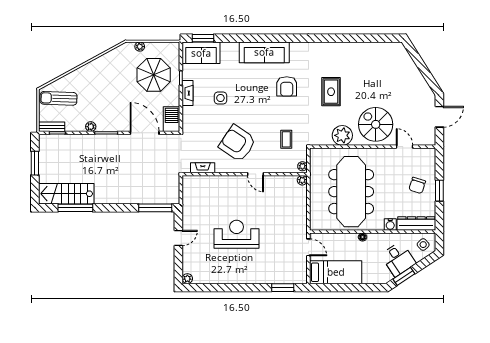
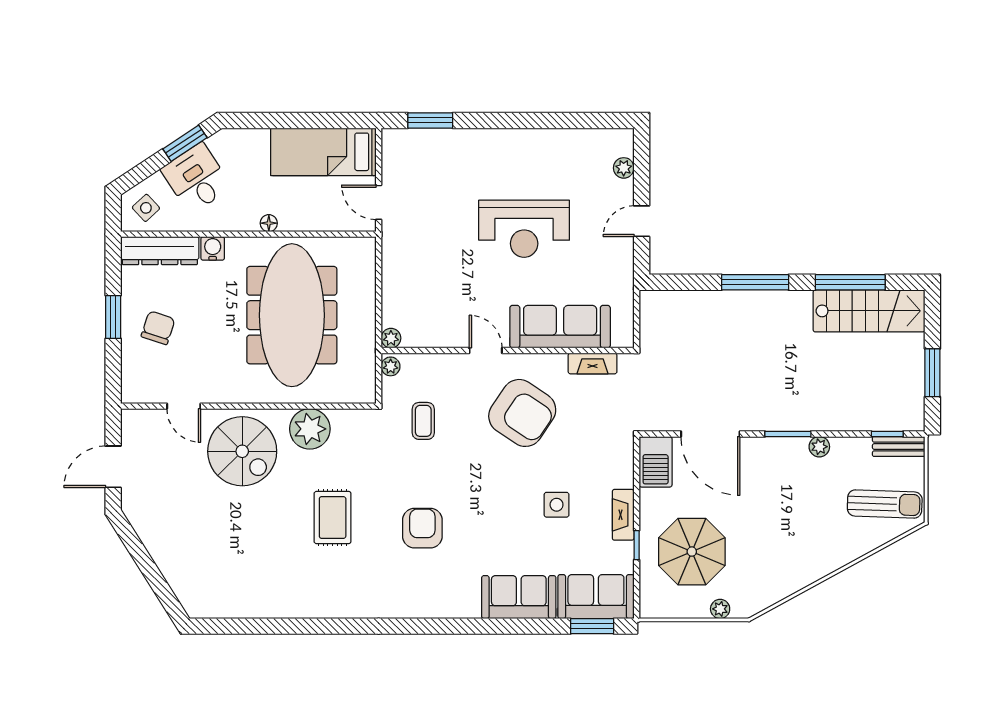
sofa: (264, 52) -> (519, 597), moved, width x0.73
sofa: (219, 186) -> (560, 327), added
window: (155, 208) -> (755, 282), moved
plant: (187, 279) -> (624, 168), moved

